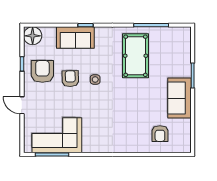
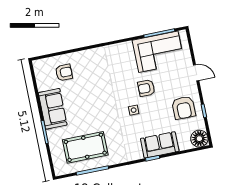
pool table: (136, 56) -> (85, 147), moved, turned 90
armchair: (70, 79) -> (146, 88), moved, turned 92
armchair: (160, 134) -> (64, 72), turned 90

